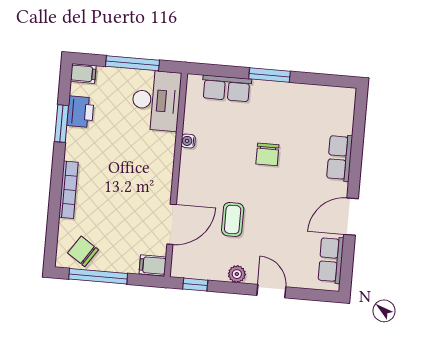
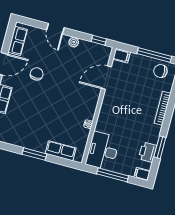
chair: (267, 154) -> (37, 74), moved
coffee table: (233, 219) -> (71, 74), removed
chair: (83, 251) -> (160, 71), turned 143

